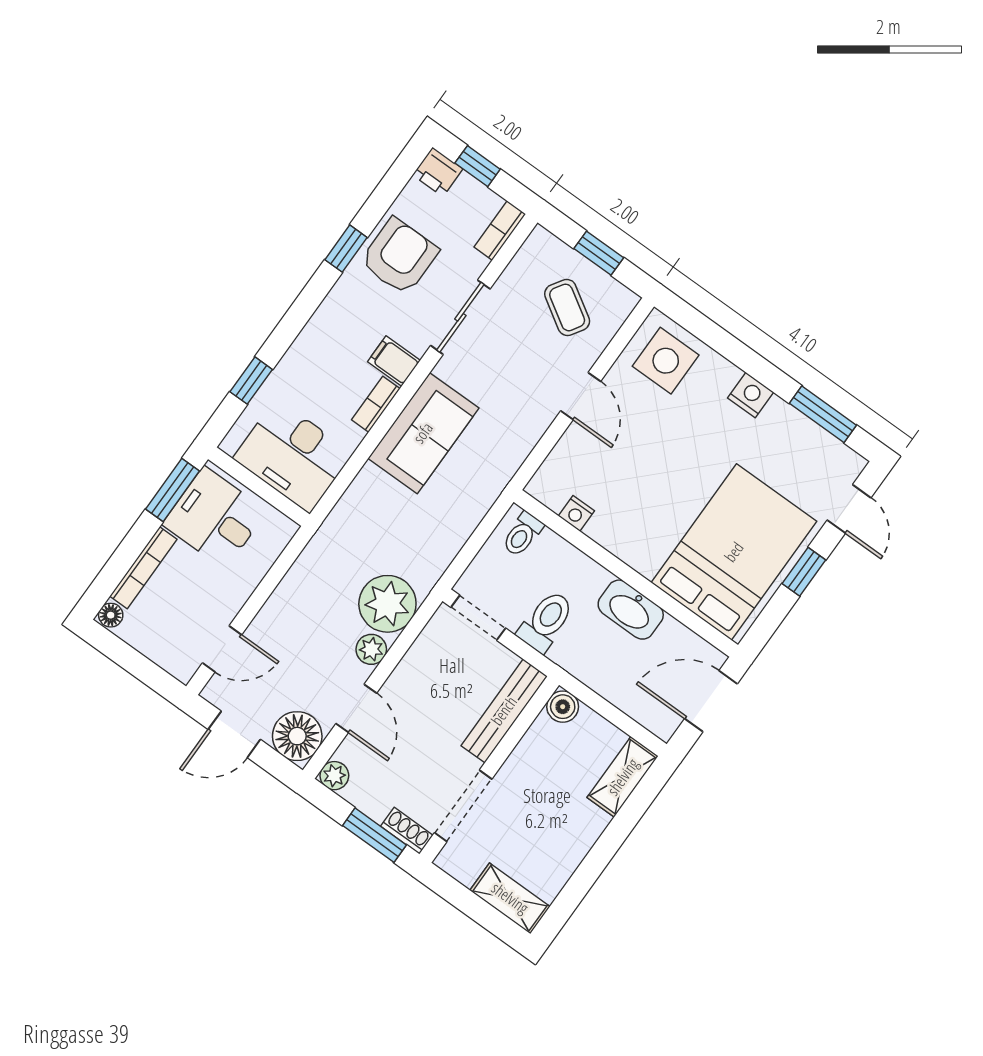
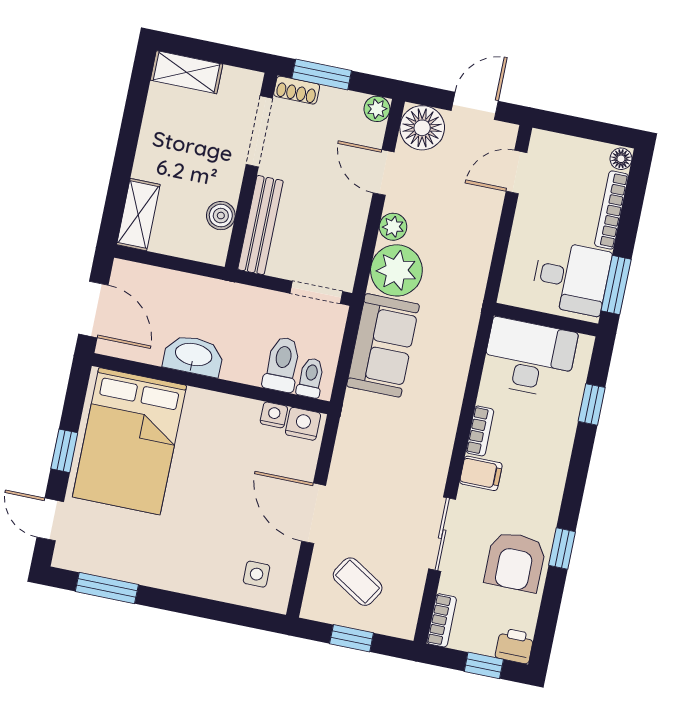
side table: (666, 361) -> (257, 574), width x0.54, depth x0.54
nightstand: (751, 395) -> (303, 424), moved, turned 180
door: (581, 396) -> (314, 513), width x1.38
sofa: (423, 433) -> (383, 345), moved, turned 180
toilet: (546, 621) -> (282, 364), moved, turned 180
door: (711, 701) -> (93, 309), hinge flipped
boiler: (563, 707) -> (221, 216), moved

